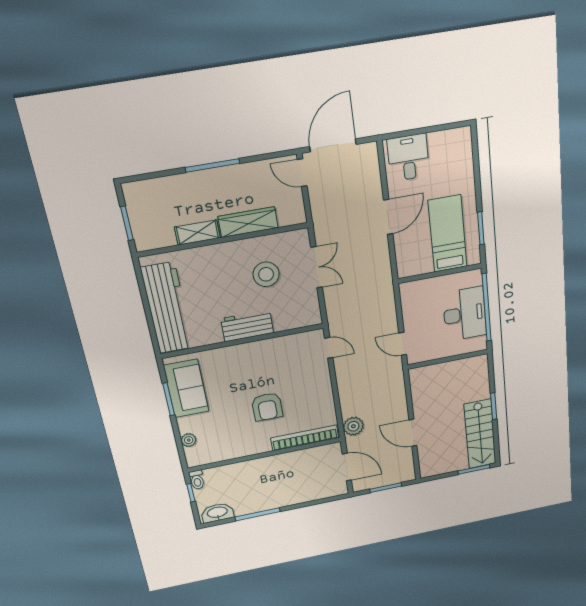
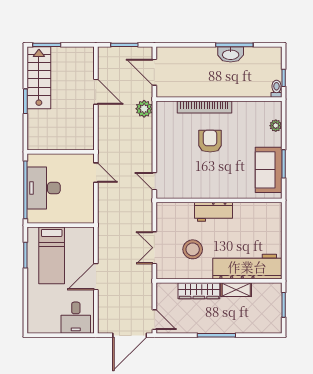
workbench: (167, 308) -> (247, 267), moved, turned 90
bookcase: (305, 438) -> (204, 107), moved
washbasin: (217, 513) -> (231, 54), moved

